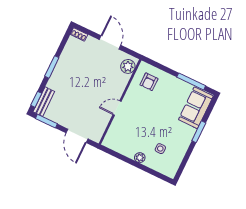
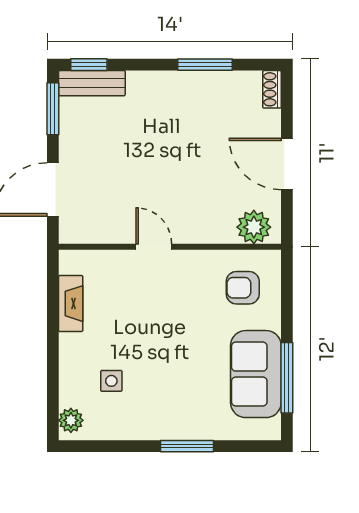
door: (110, 42) -> (287, 164), swing flipped
window: (52, 67) -> (205, 65), moved
sofa: (196, 108) -> (256, 374), moved, turned -90
fireplace: (124, 150) -> (71, 304), added
plant: (140, 158) -> (71, 420), moved

